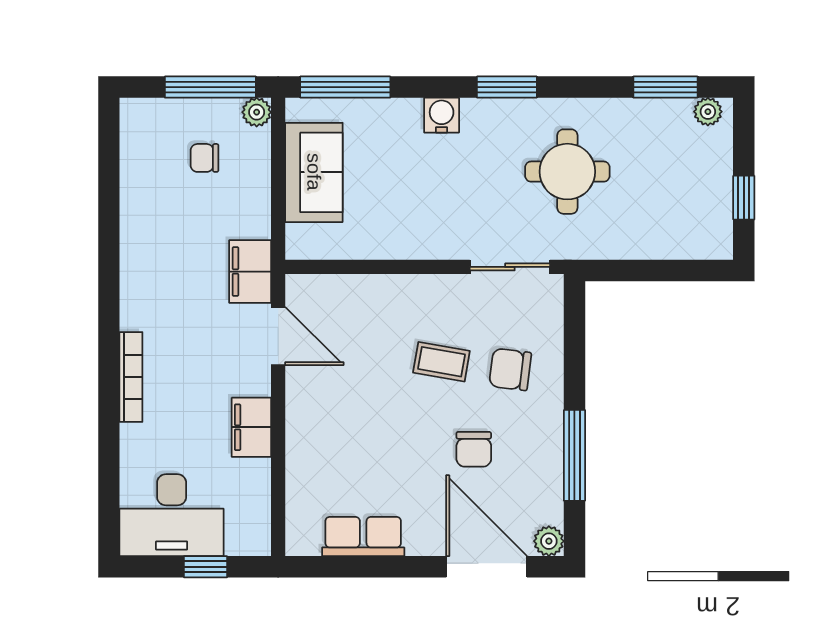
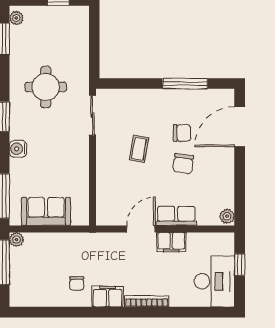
chair: (205, 158) -> (77, 283), moved
filing cabinet: (250, 272) -> (108, 297), moved, turned 180
door: (278, 336) -> (141, 229), moved
chair: (510, 369) -> (183, 164), moved
row of seats: (363, 536) -> (176, 216), moved, turned 90
plant: (549, 541) -> (227, 216), moved

